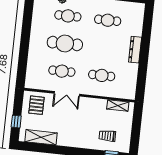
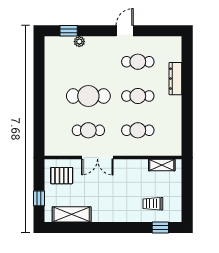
cafe table: (68, 16) -> (138, 96), moved
dresser: (135, 50) -> (175, 79), moved
pallet: (36, 105) -> (62, 176), turned 90

